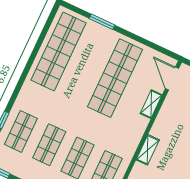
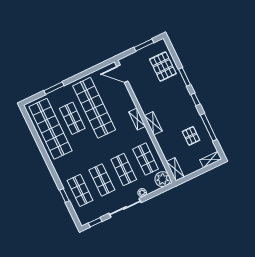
shop shelf: (87, 65) -> (72, 118), added
shelving: (151, 104) -> (137, 119), moved

